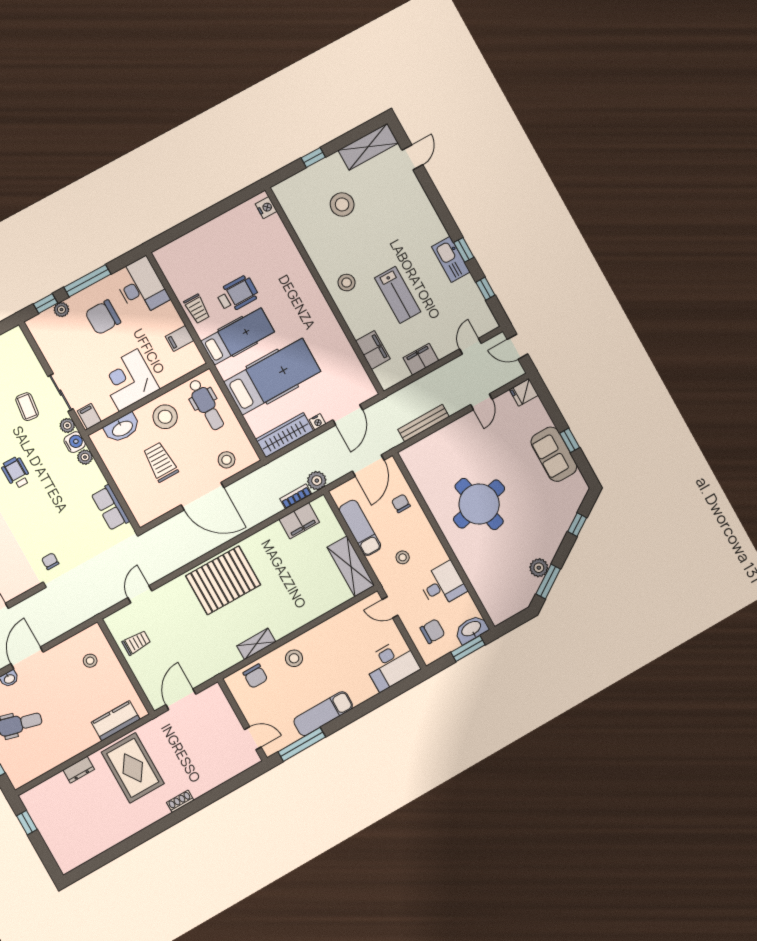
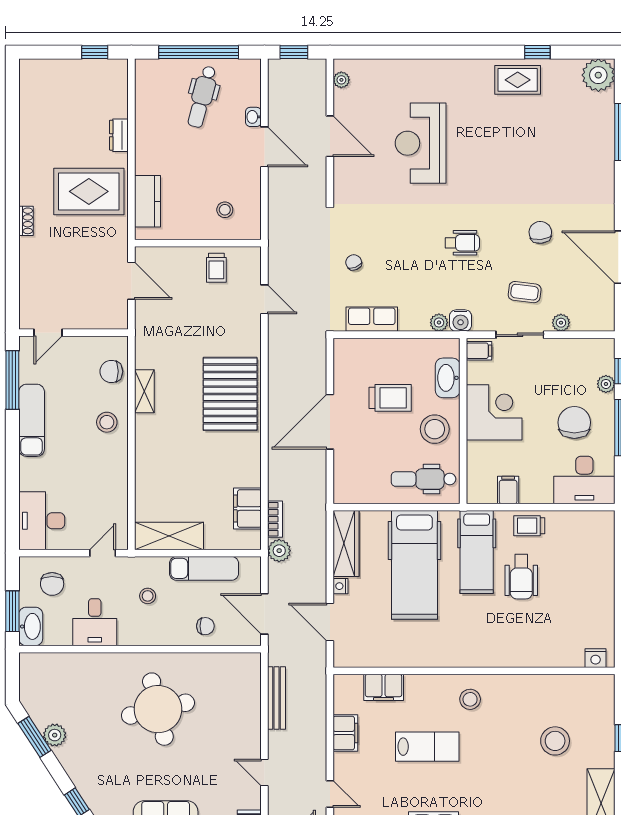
lab bench: (398, 295) -> (427, 747), turned 180
plant: (67, 425) -> (561, 323), moved
stool: (227, 460) -> (354, 468), removed
chair: (50, 561) -> (354, 262), moved, turned -112

